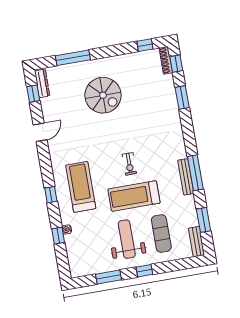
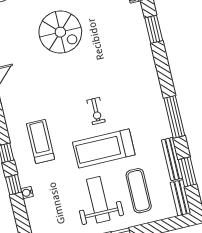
bench: (186, 177) -> (172, 159), moved
treadmill: (81, 187) -> (41, 141), width x0.73, depth x0.73
window: (58, 236) -> (14, 185), moved

